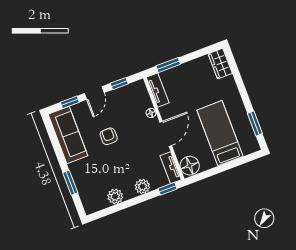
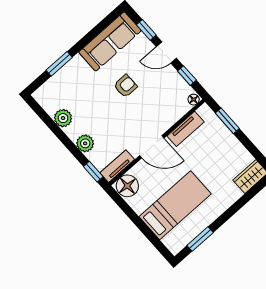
tv unit: (158, 90) -> (186, 129), moved
floor lamp: (151, 113) -> (194, 100), moved

